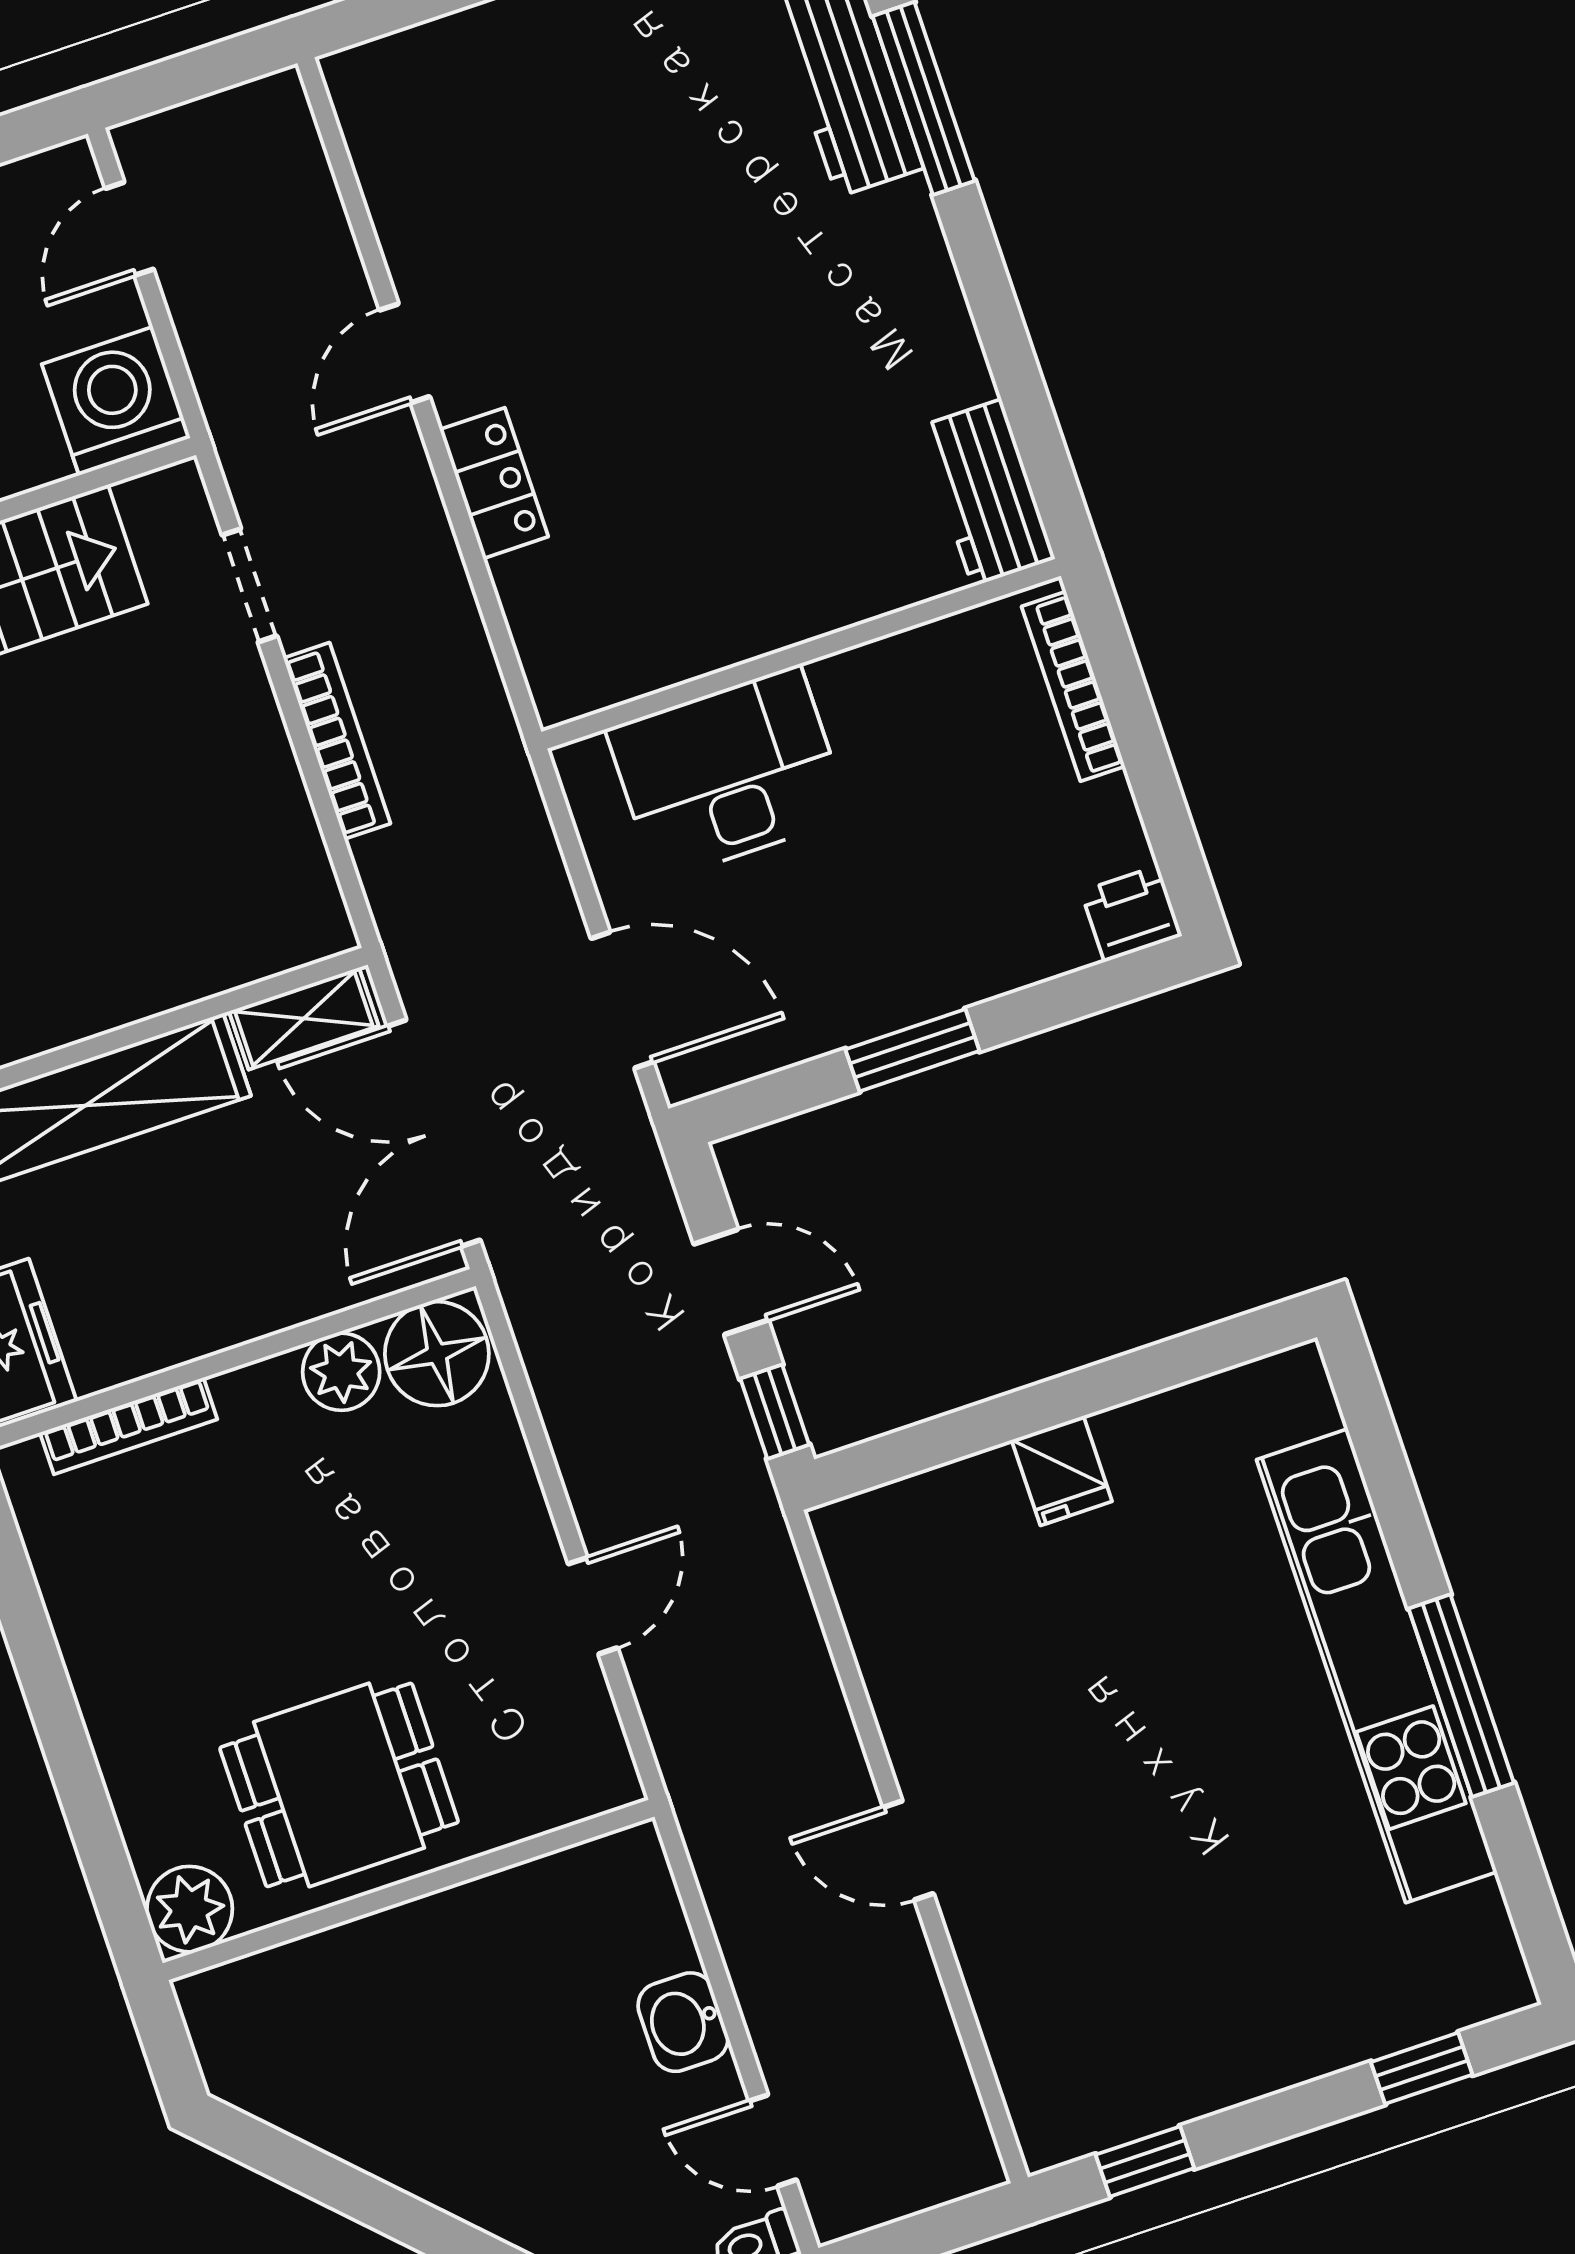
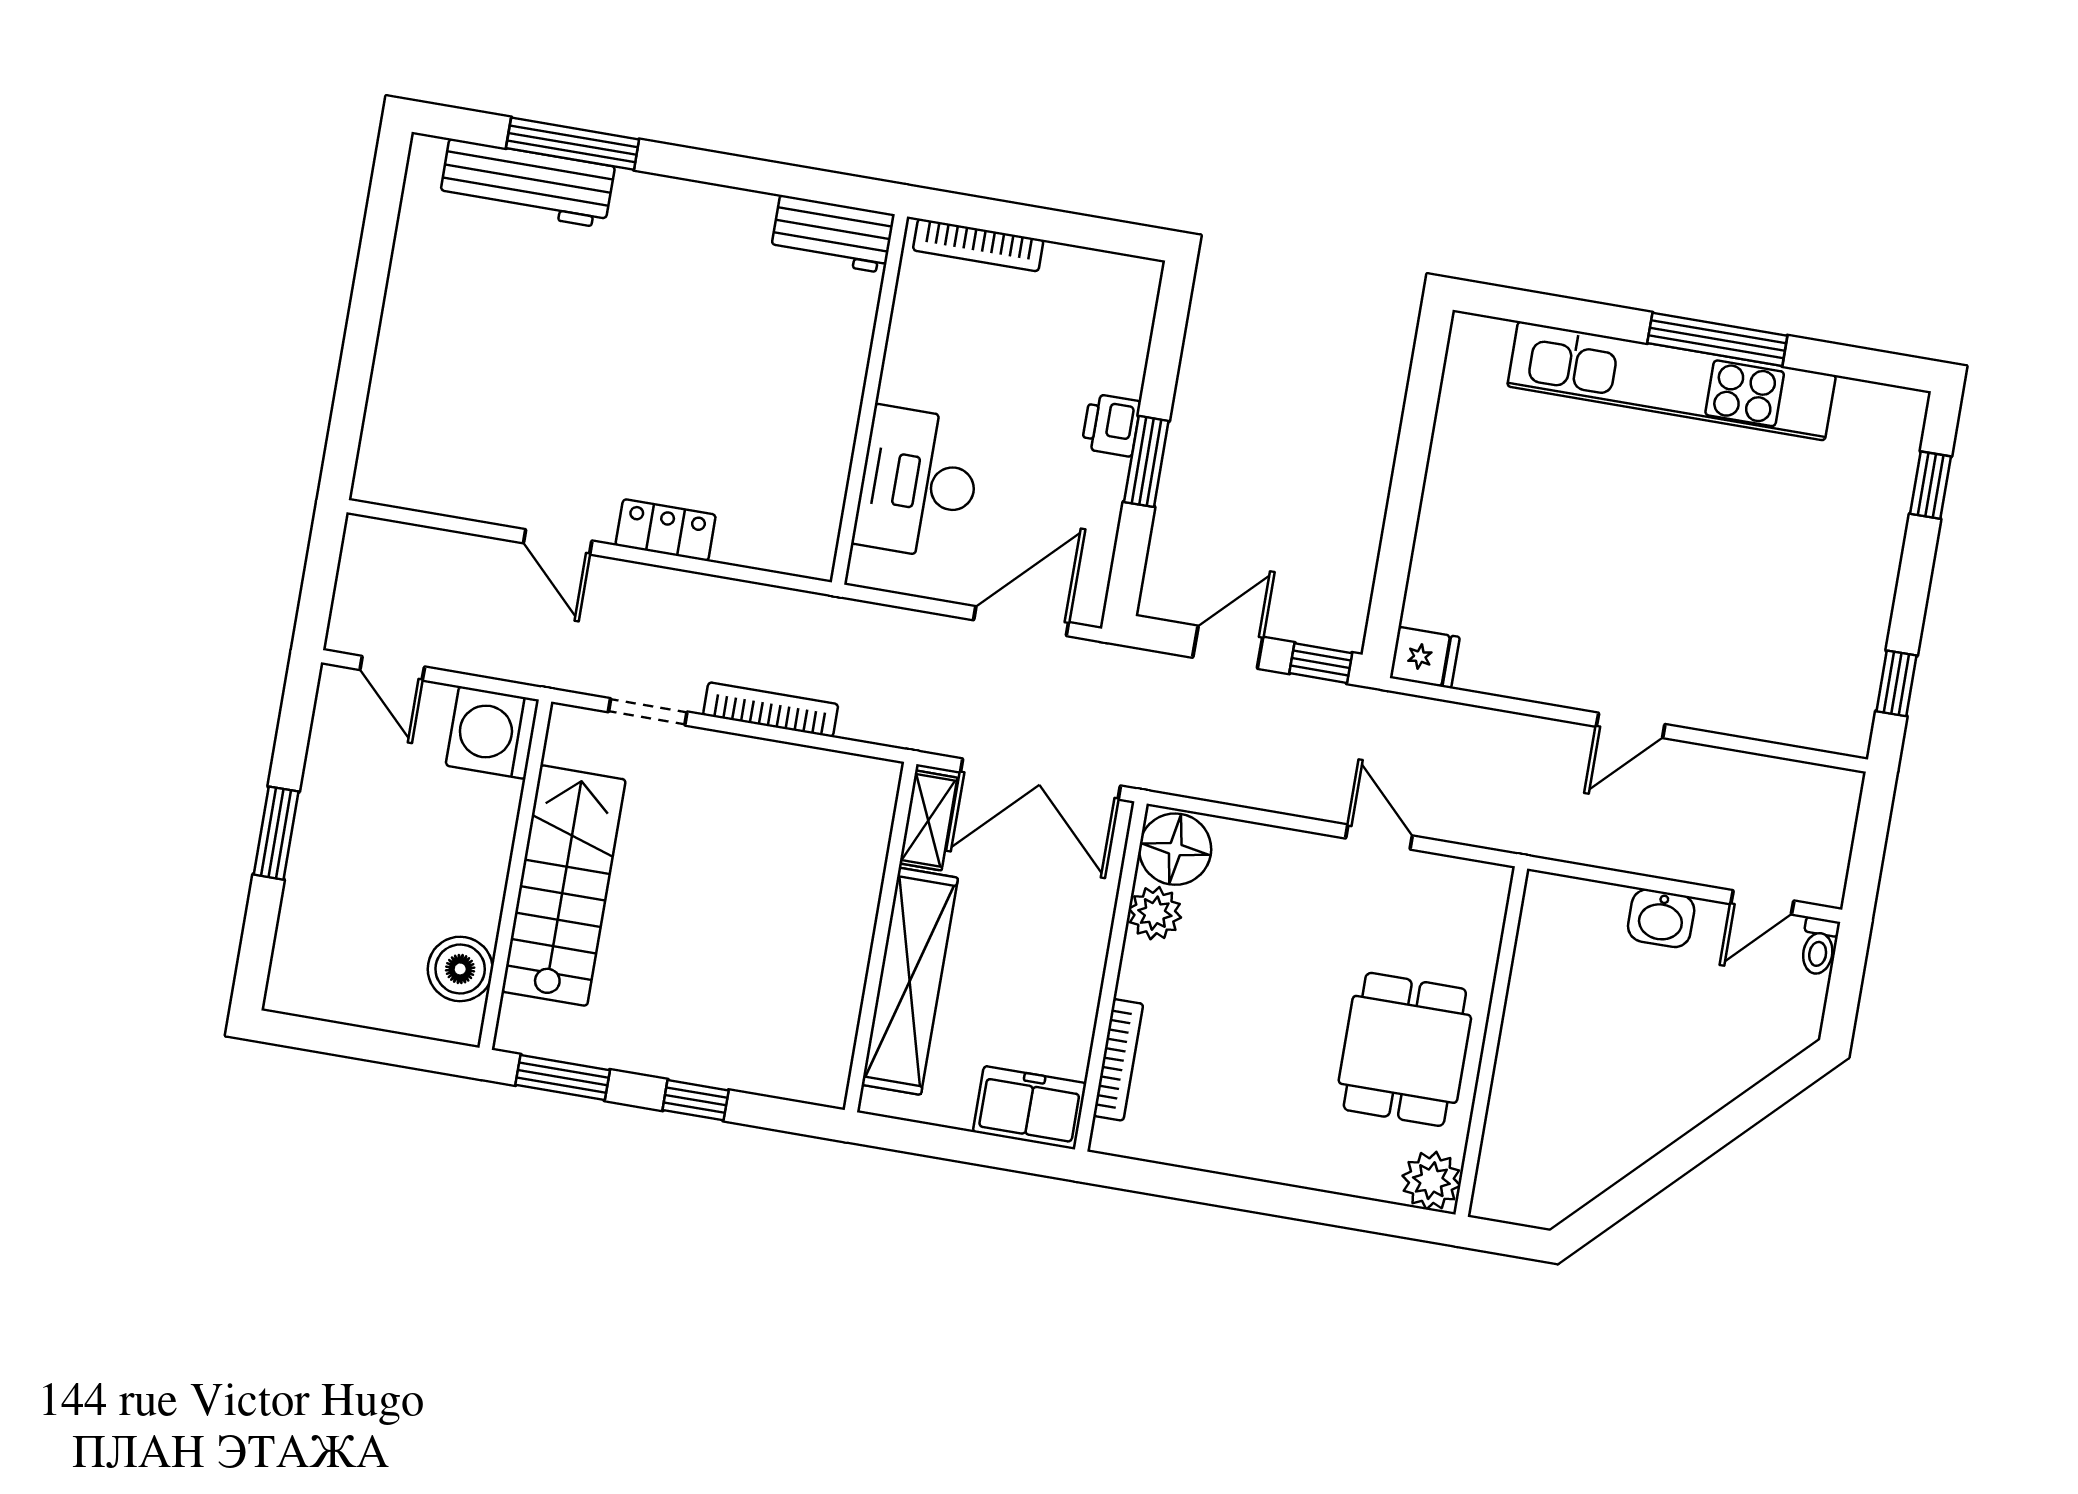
printer: (1131, 914) -> (1111, 425), moved
fridge: (1062, 1471) -> (1425, 657), moved

